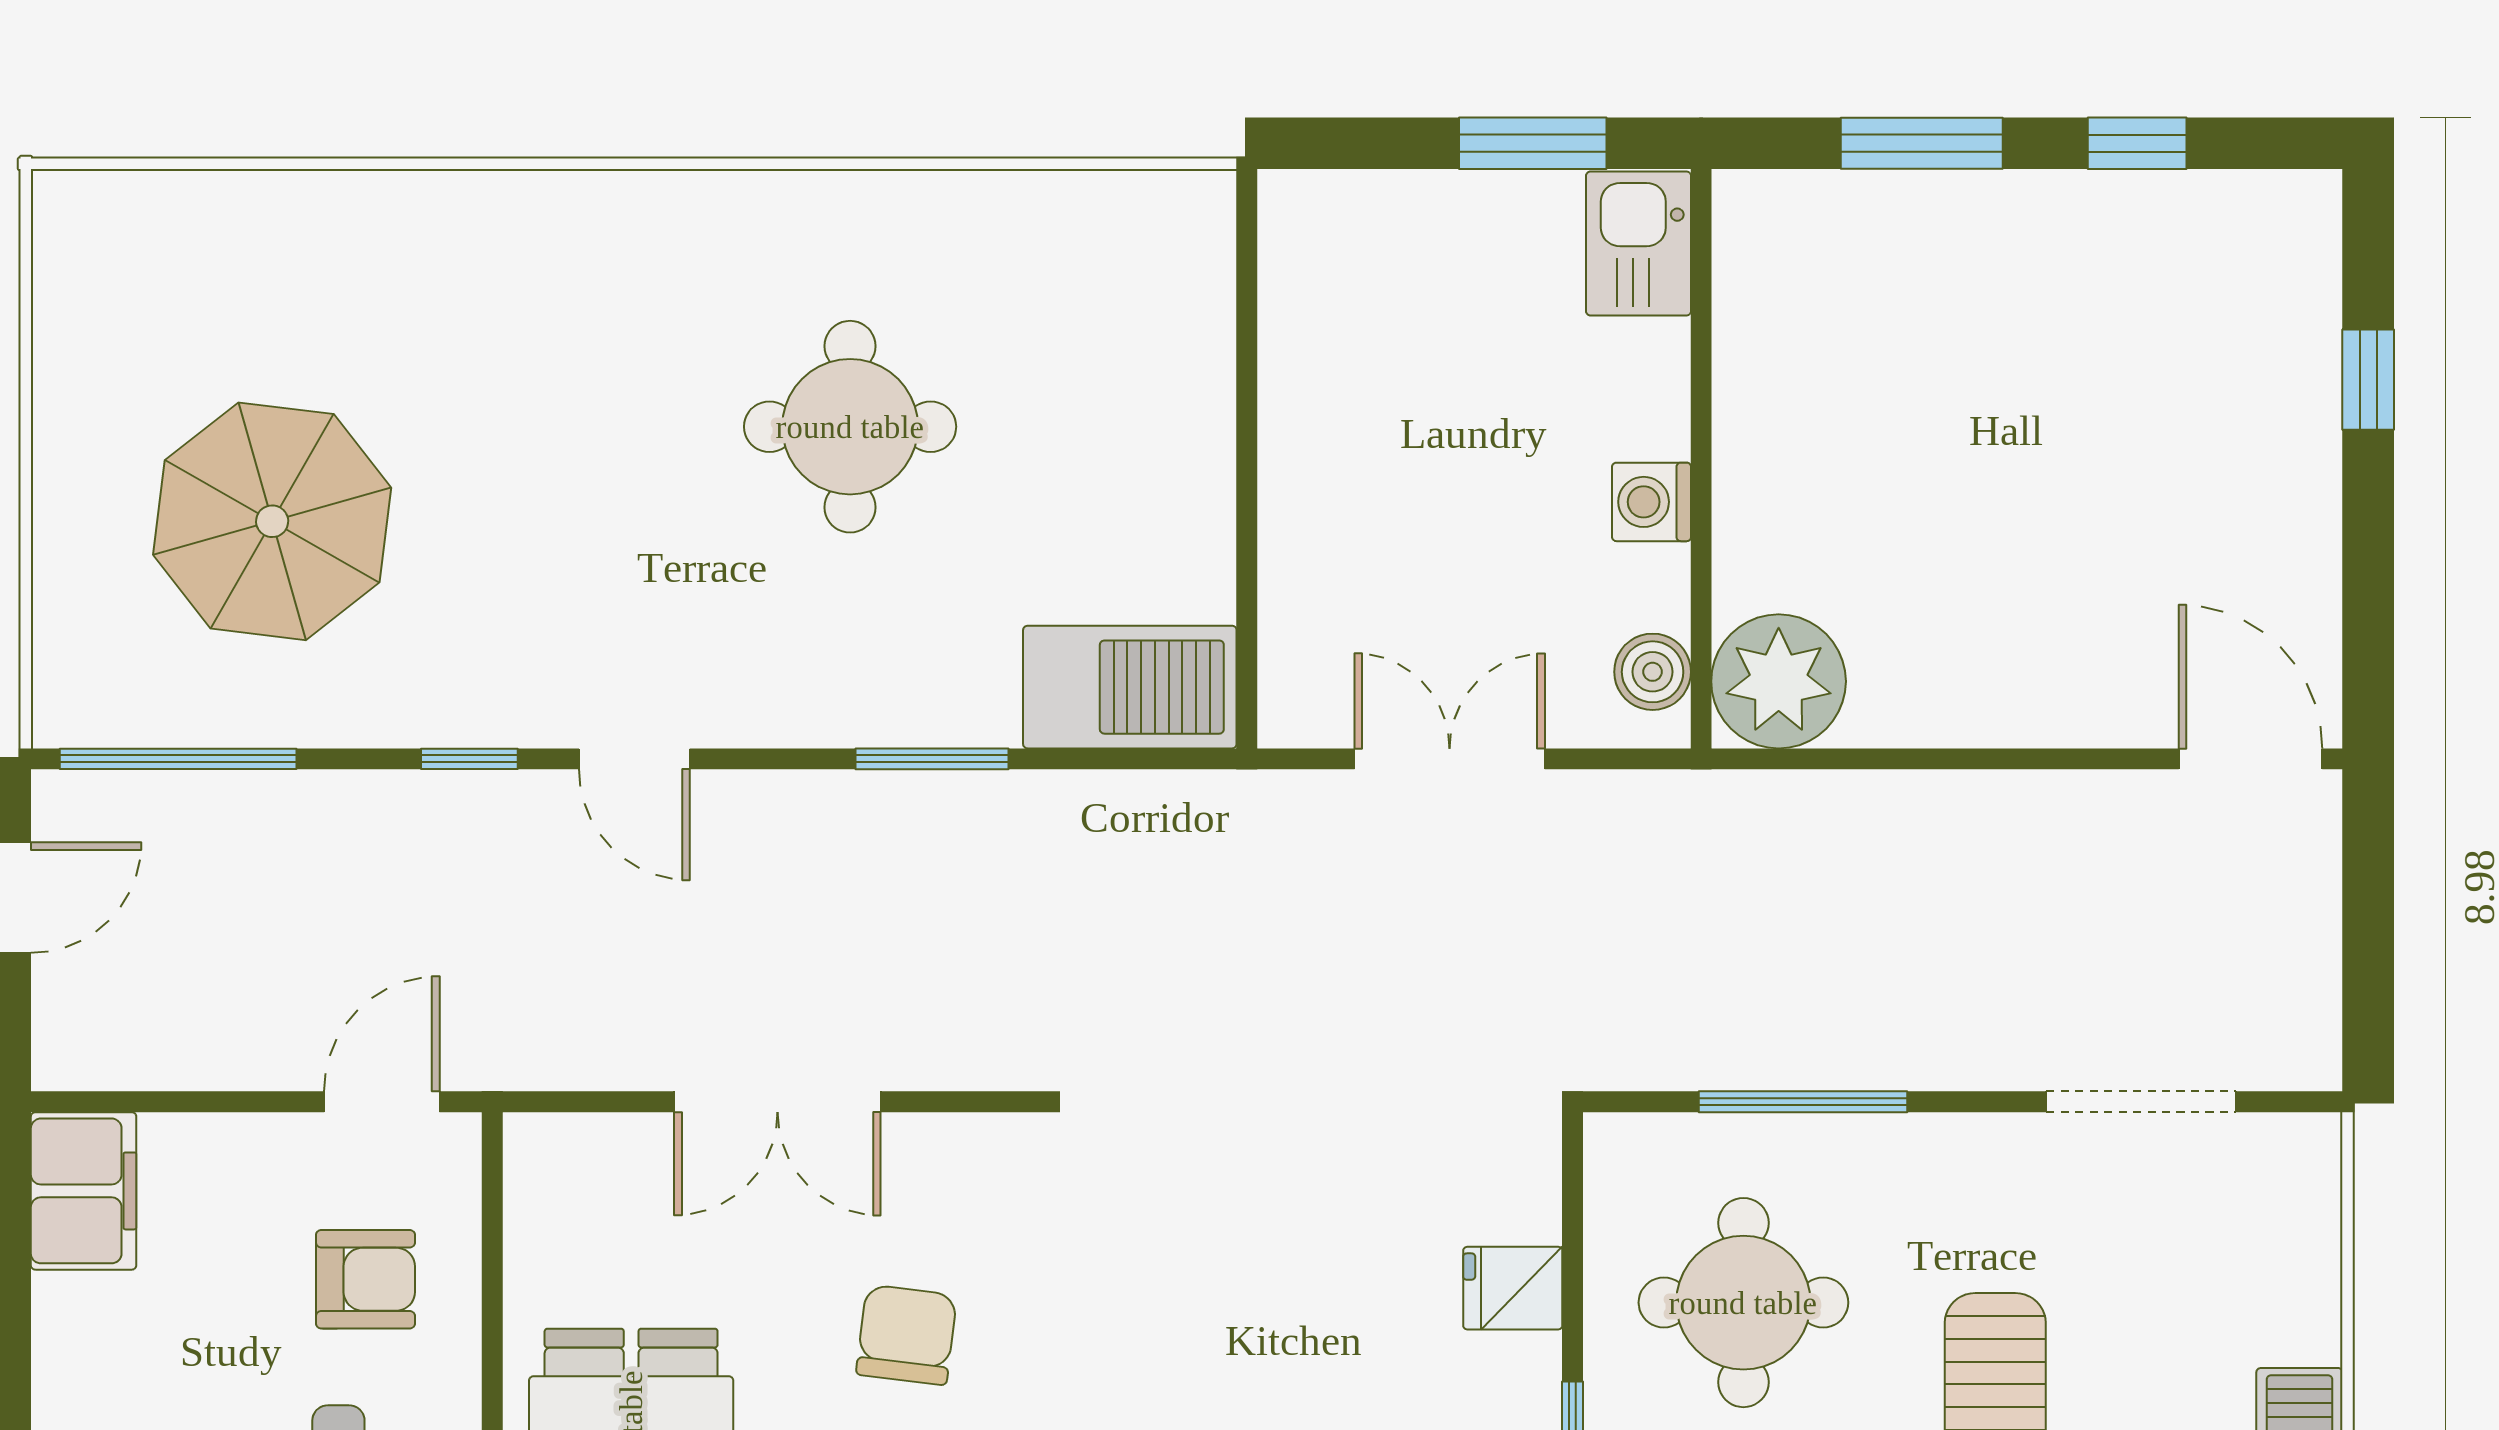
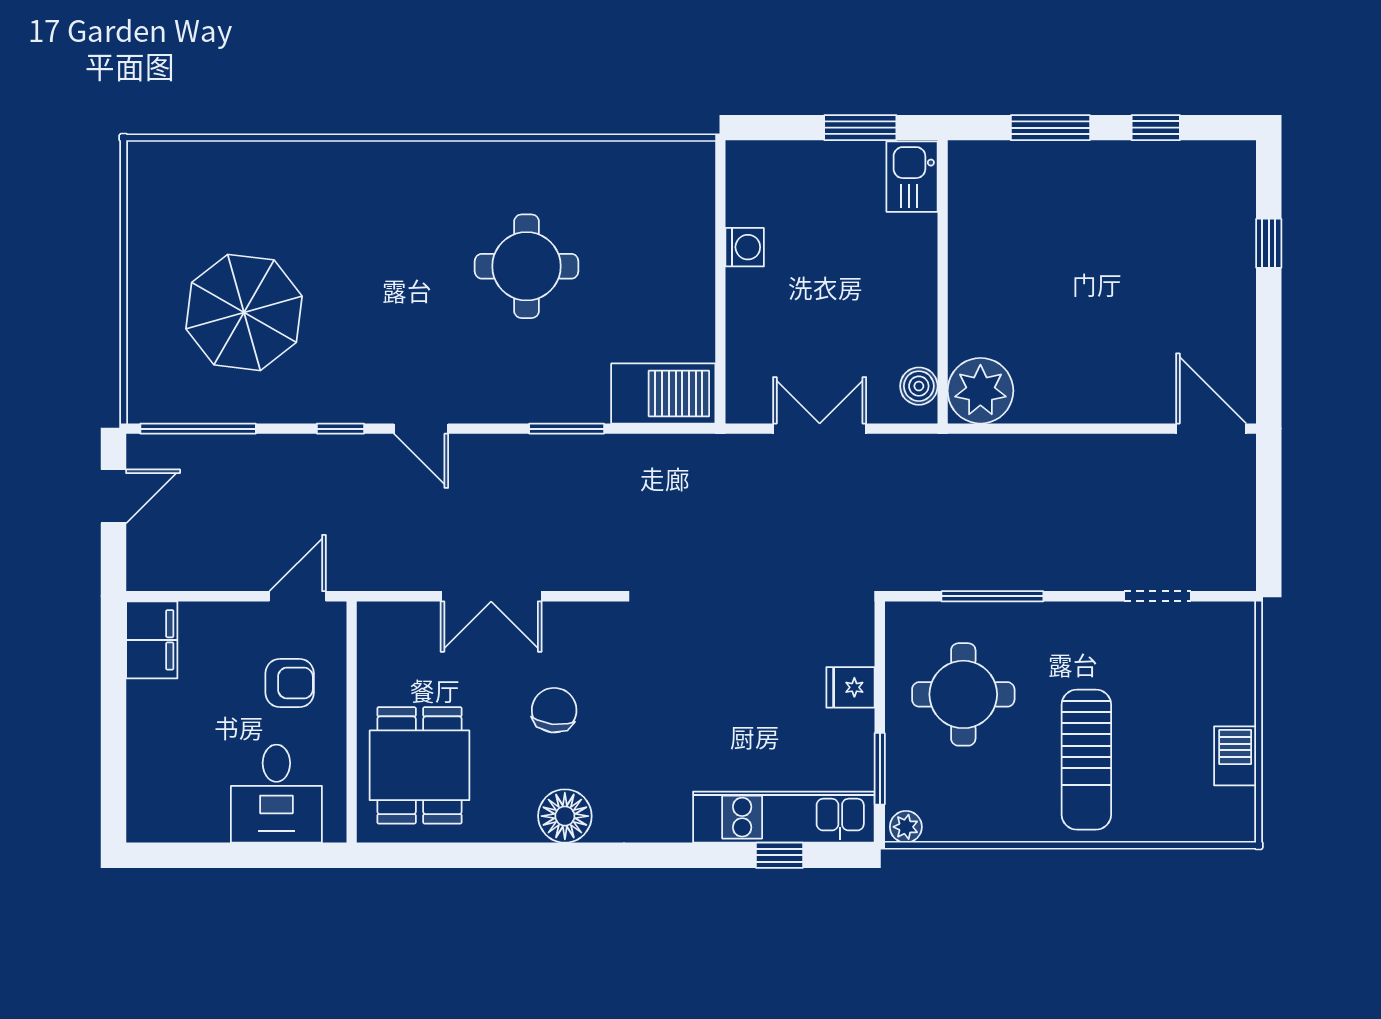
washing machine: (1651, 502) -> (745, 247), moved, turned 180
doorway: (2141, 1102) -> (1158, 596), width x0.73

